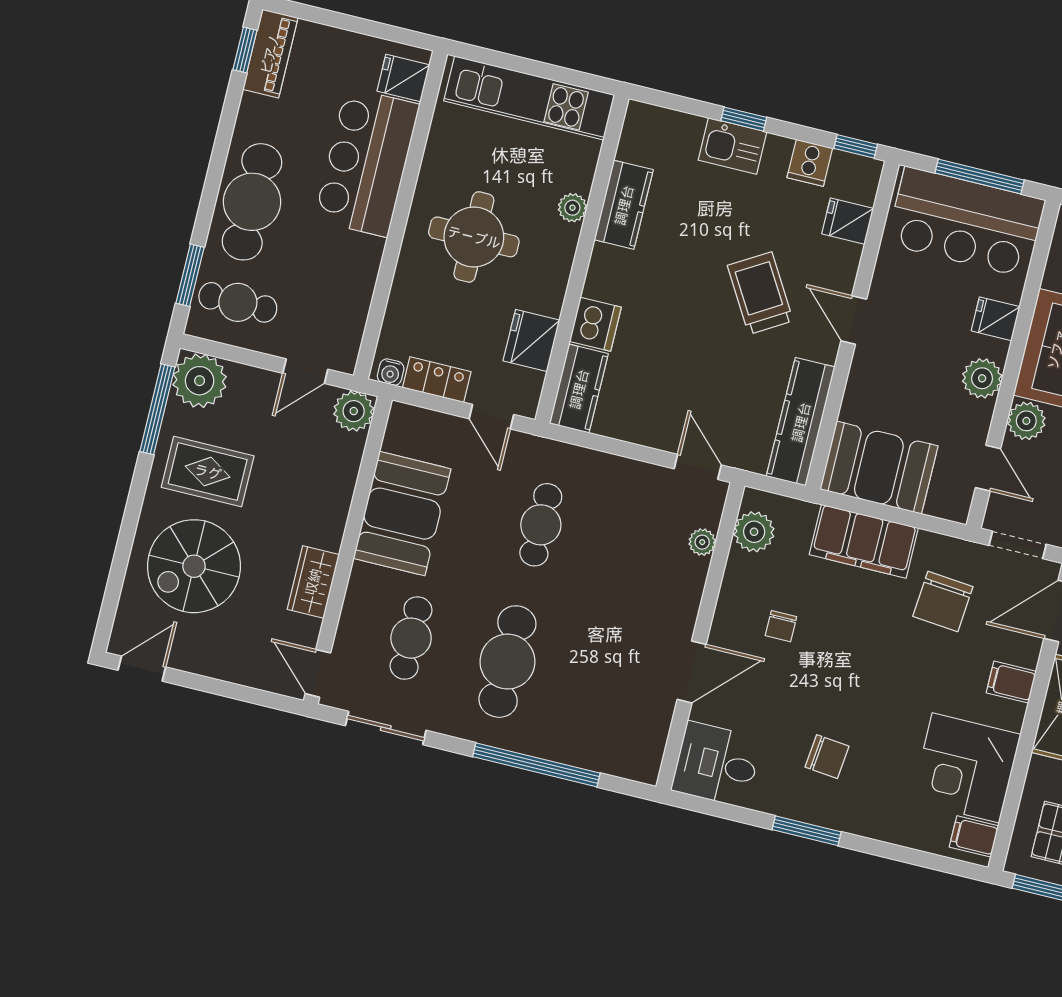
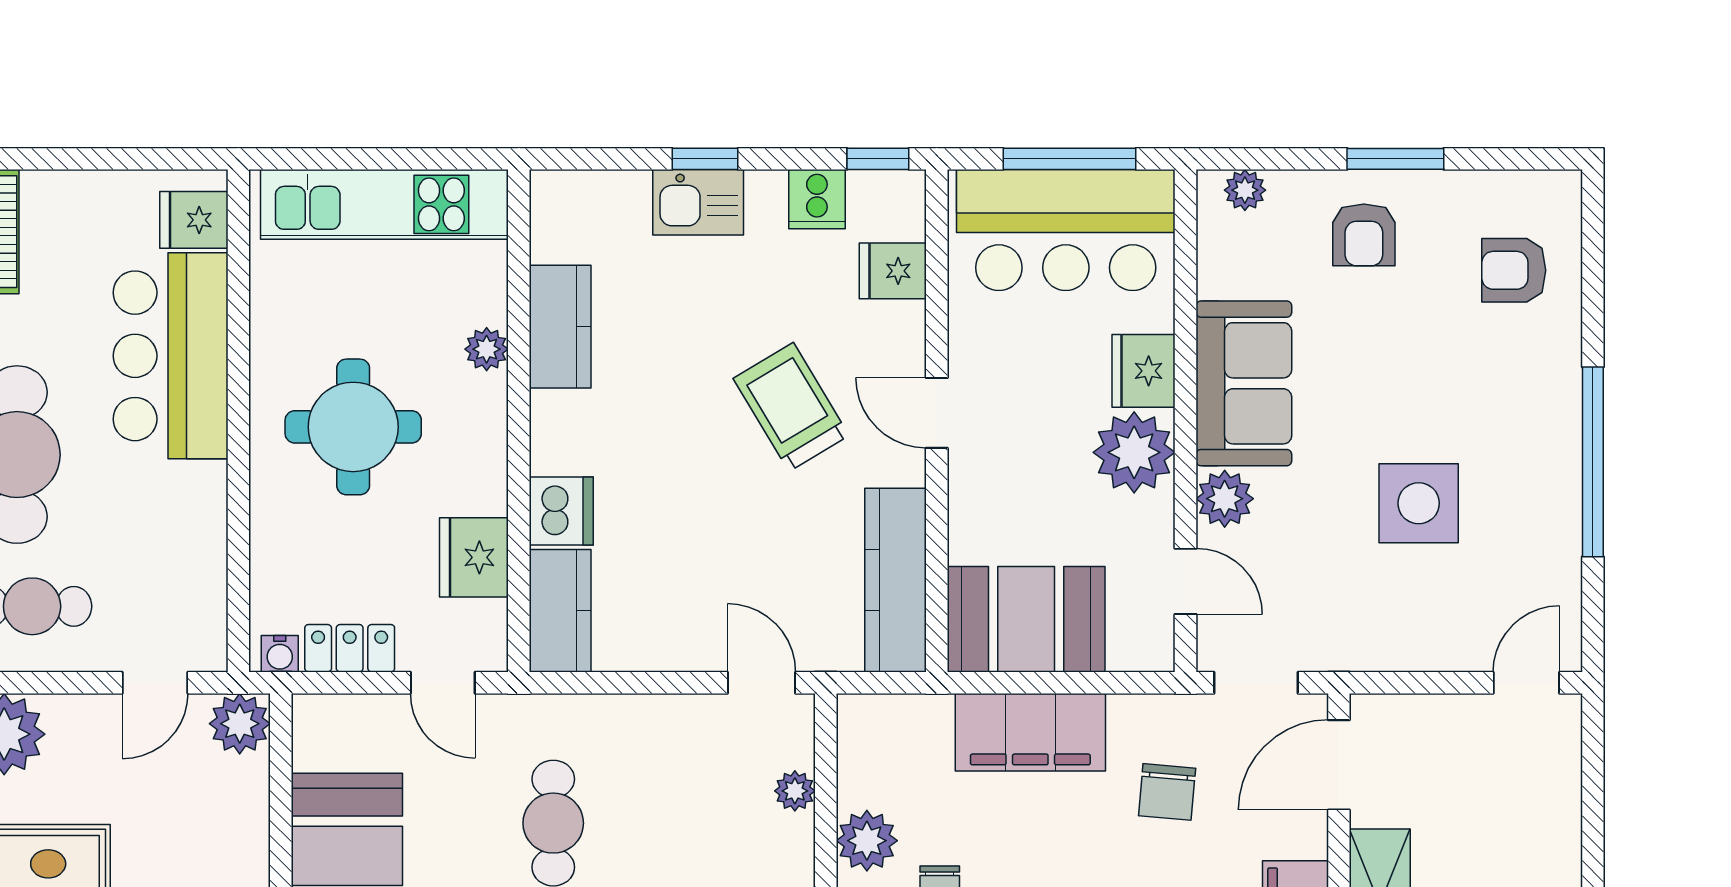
fridge: (996, 319) -> (1144, 371), width x1.38
plant: (982, 378) -> (1134, 452), width x1.36, depth x1.36
plant: (754, 532) -> (867, 841), moved
chair: (943, 601) -> (1167, 792), width x0.73, depth x0.73

